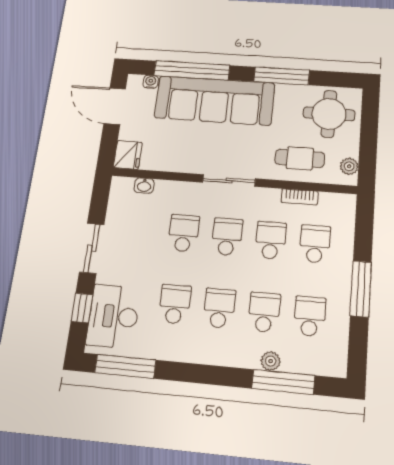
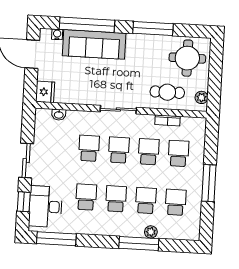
sofa: (215, 100) -> (94, 44), width x0.74, depth x0.79
window: (283, 382) -> (139, 244), moved

